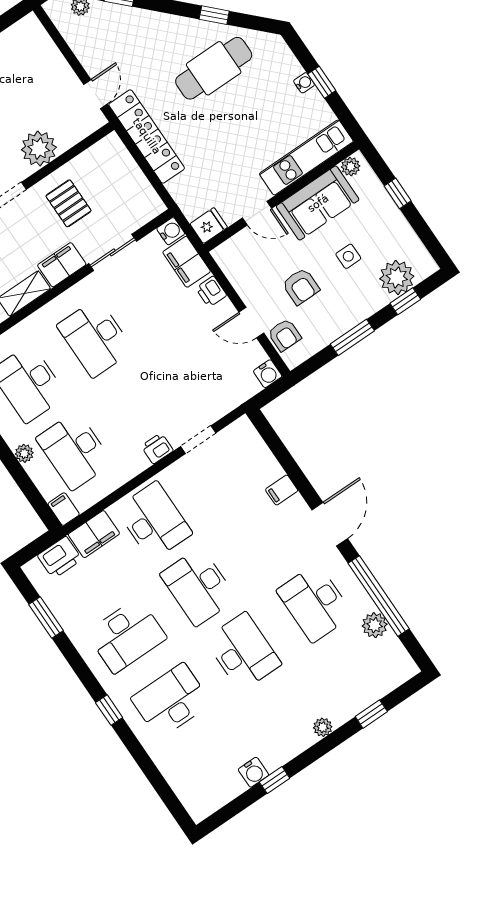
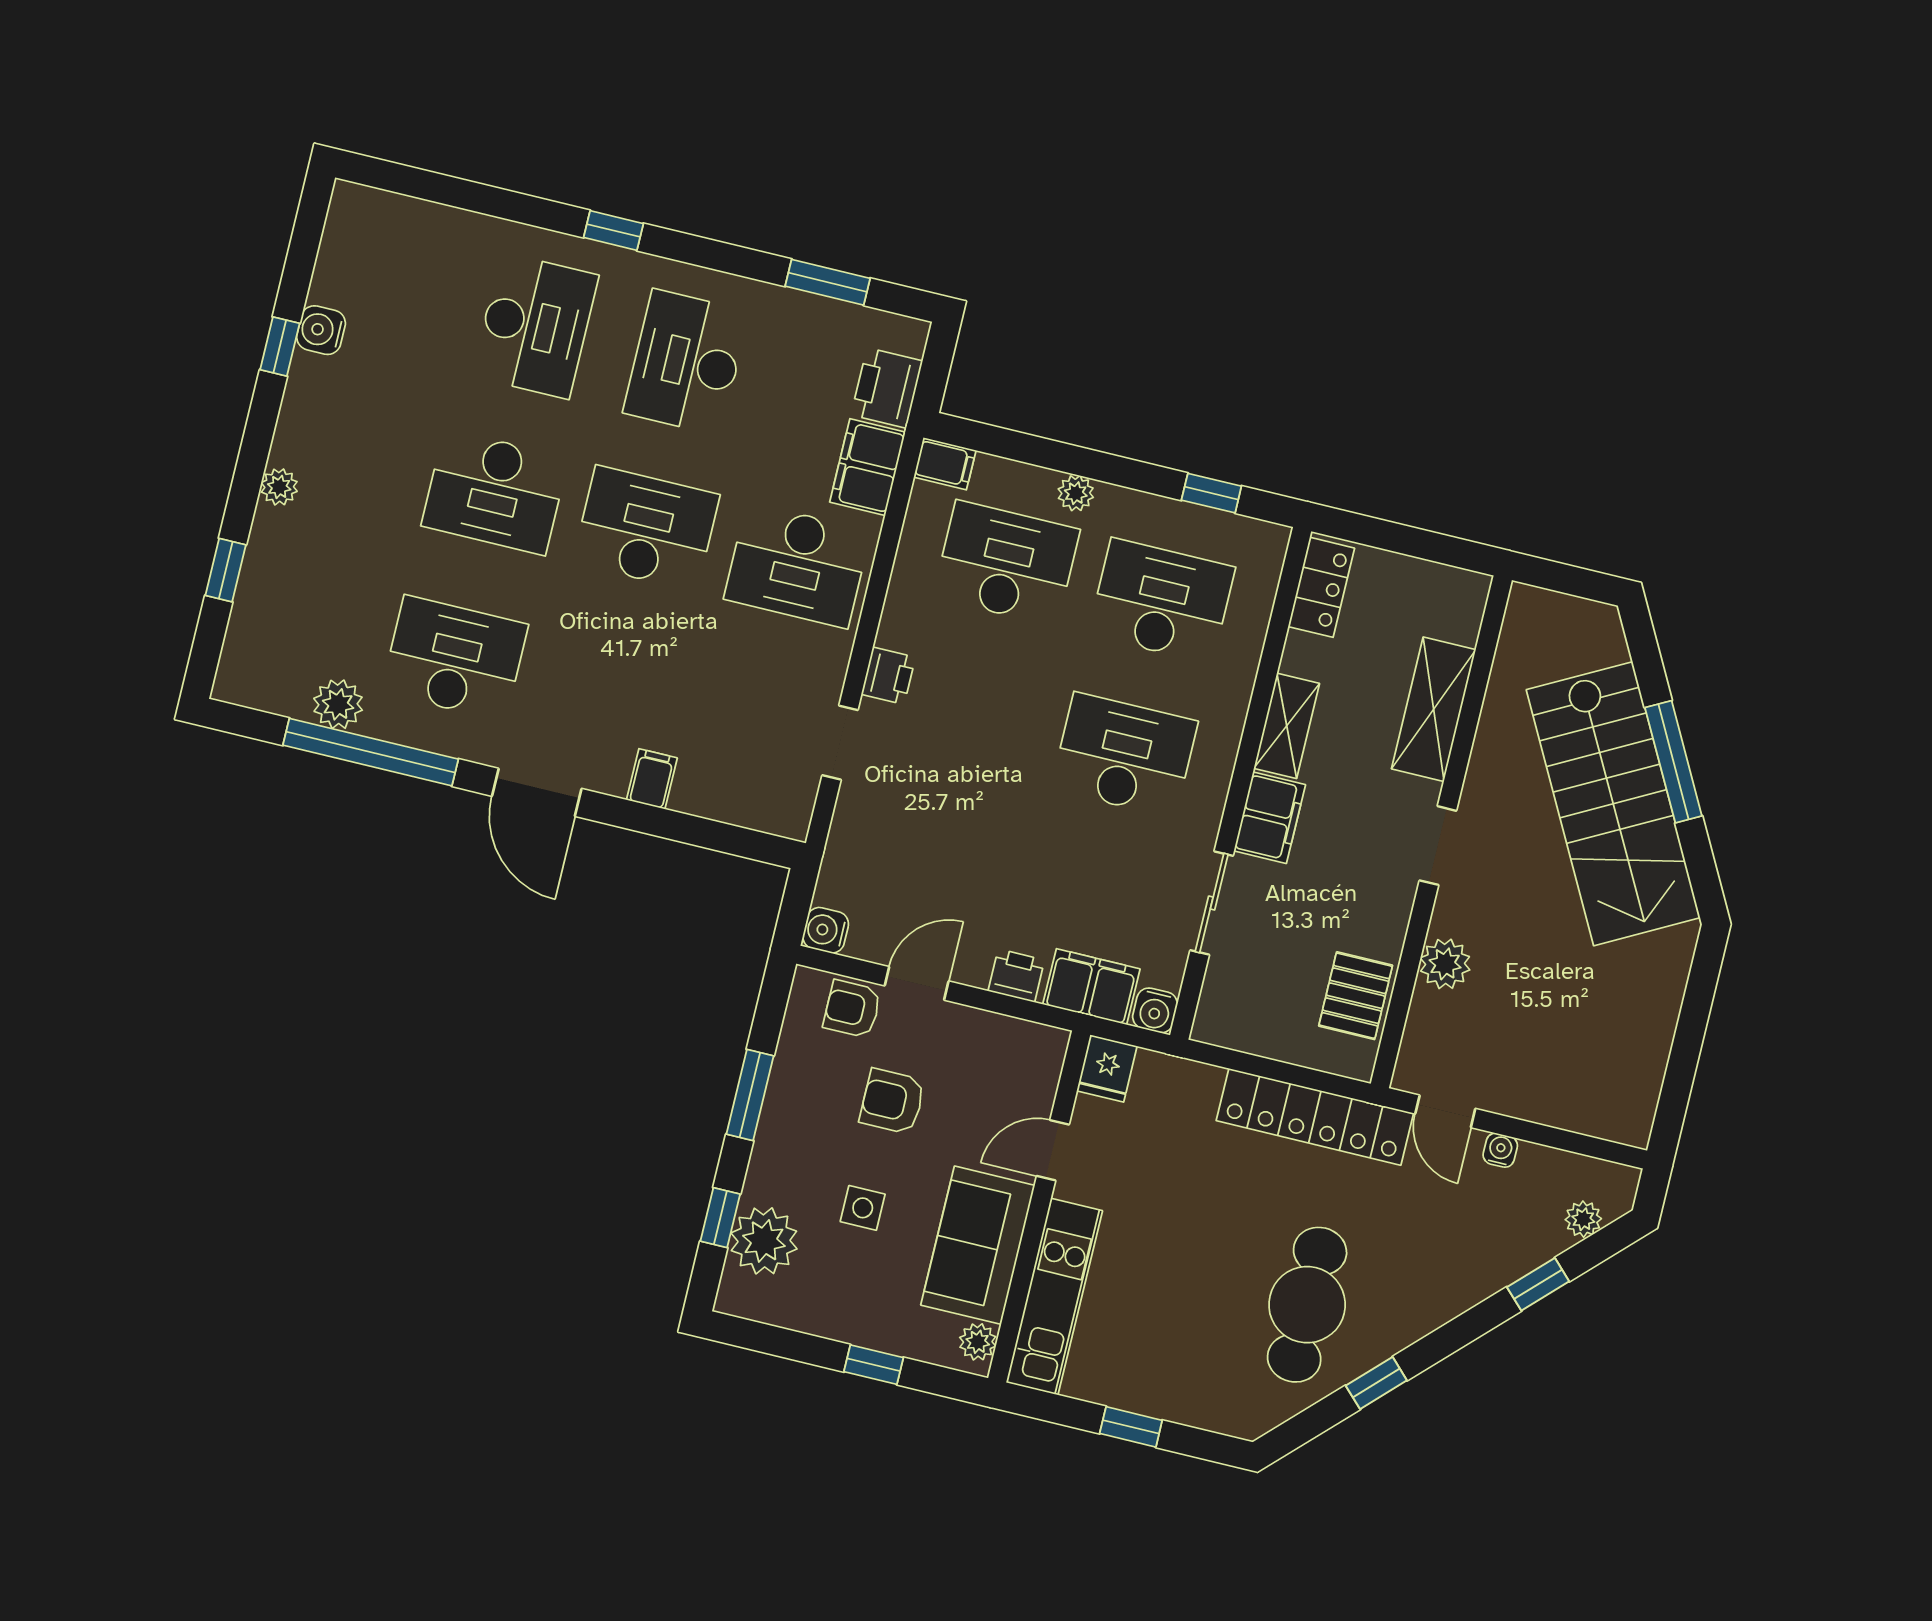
water cooler: (304, 83) -> (1500, 1150), moved, turned 180
plant: (39, 149) -> (1445, 964), width x0.73, depth x0.73
pallet: (68, 203) -> (1356, 996), moved, turned 90

